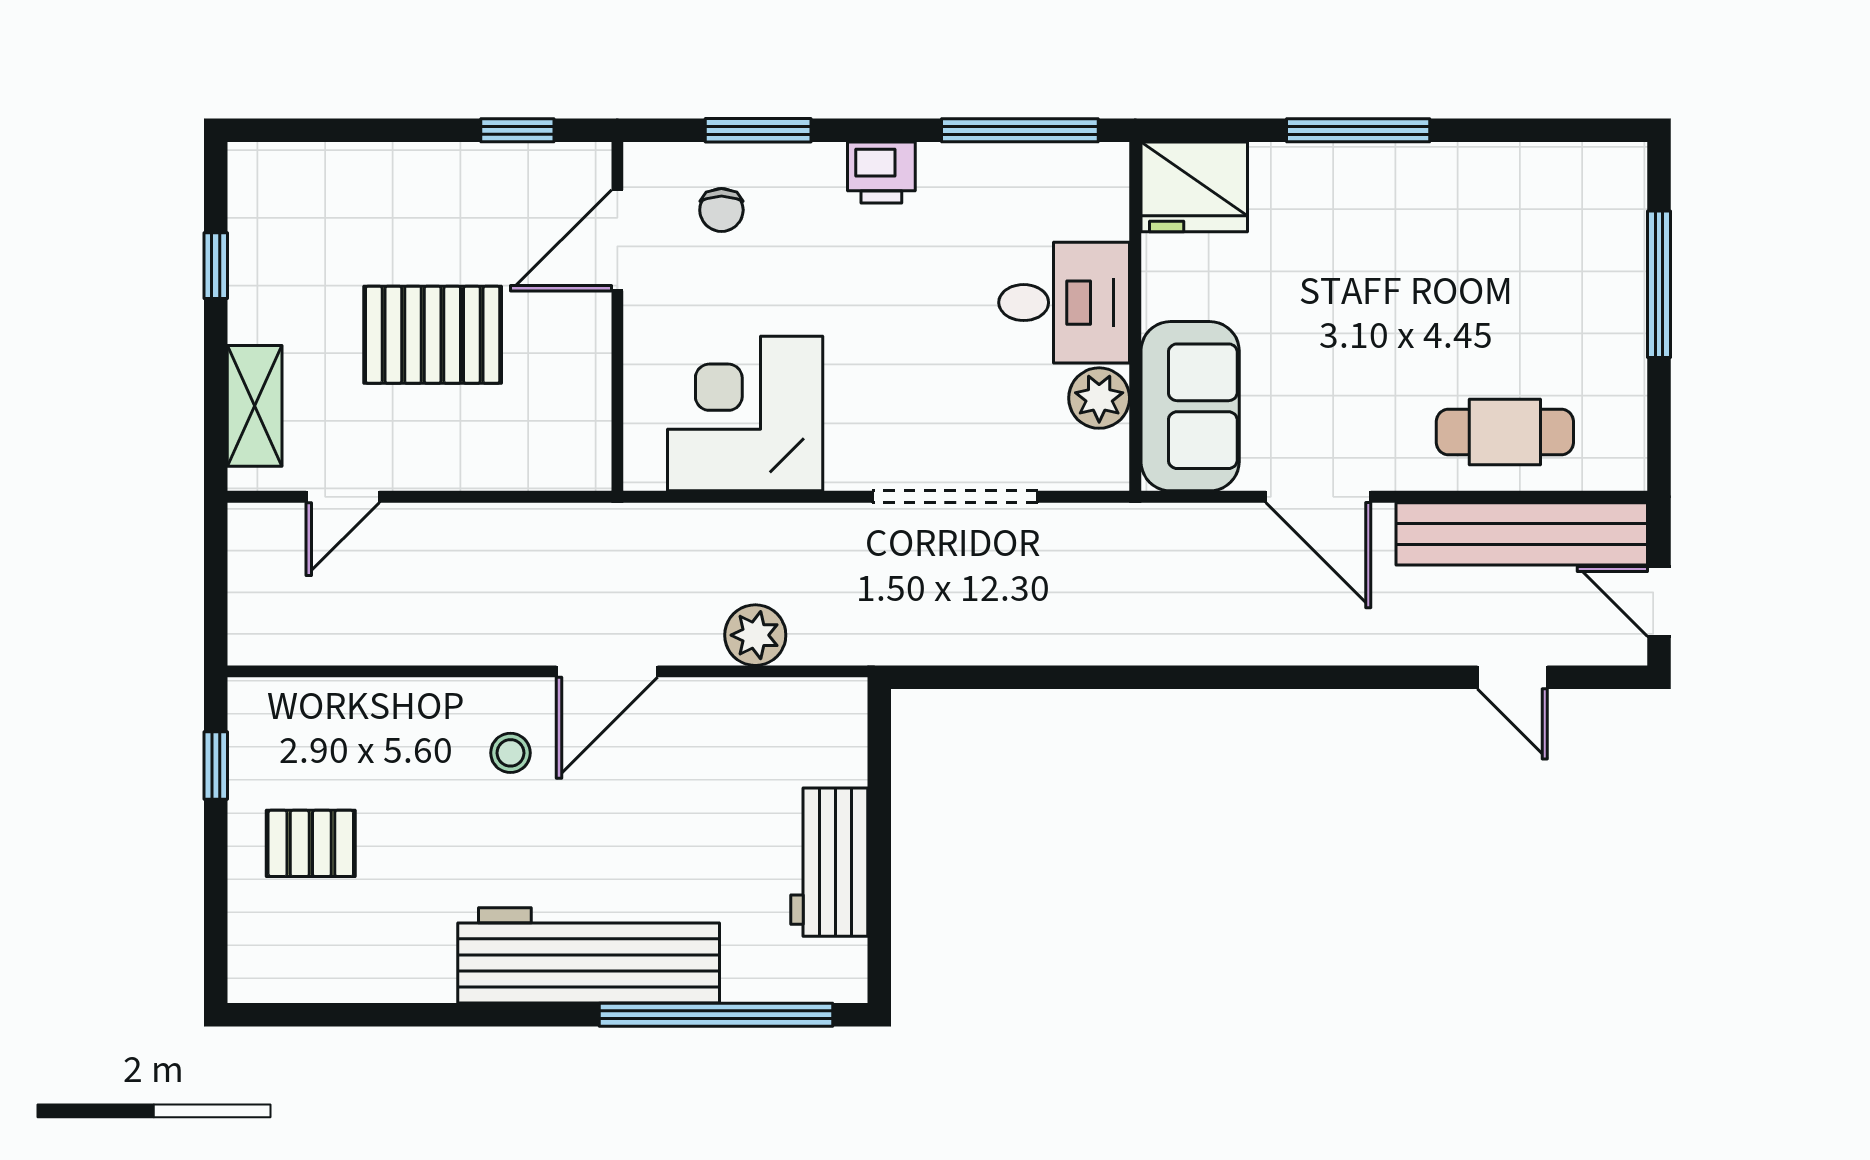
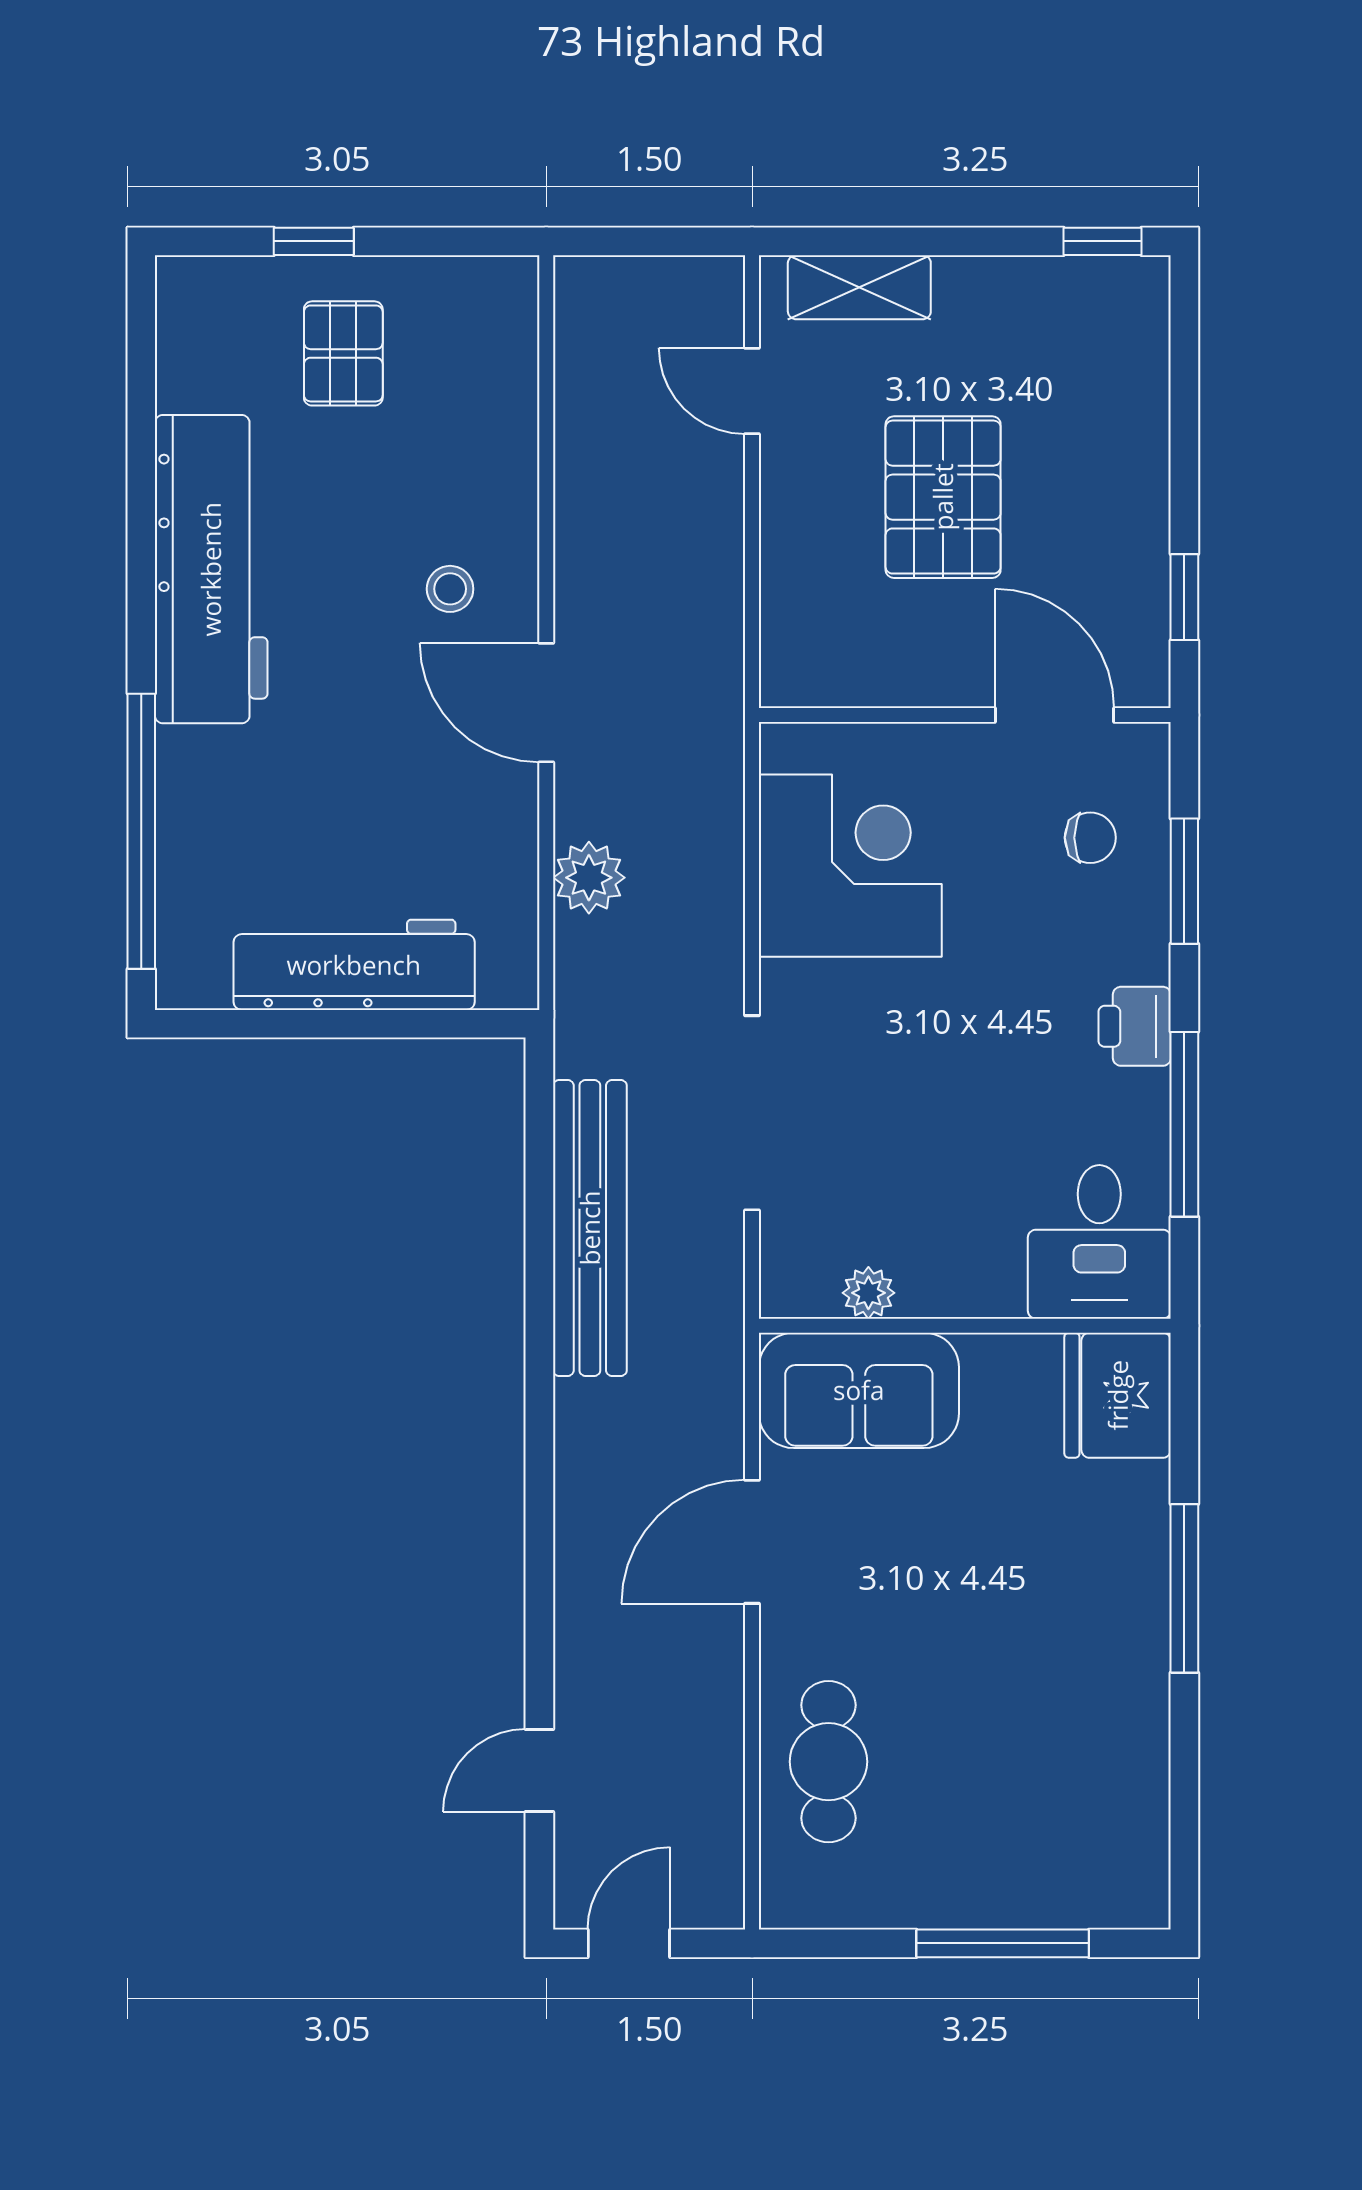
window: (1020, 130) -> (1184, 1124), moved
chair: (721, 210) -> (1090, 838), turned 180
window: (216, 266) -> (1103, 241), moved
desk: (1064, 303) -> (1099, 1242), moved
plant: (1099, 398) -> (868, 1293), width x0.73, depth x0.73
bench: (1522, 534) -> (590, 1228), moved
window: (216, 765) -> (314, 241), moved
workbench: (829, 862) -> (354, 965), width x1.37
workbench: (589, 955) -> (211, 569), moved

